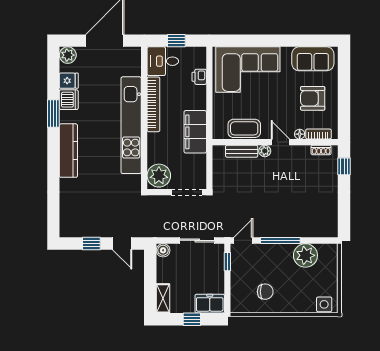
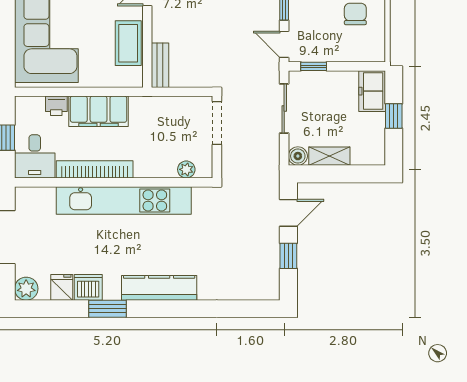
filing cabinet: (195, 132) -> (99, 111), moved
bench: (242, 151) -> (160, 65), moved
plant: (265, 151) -> (160, 15), removed
plant: (159, 176) -> (186, 169), width x0.53, depth x0.53
shelving: (163, 298) -> (329, 156), moved

